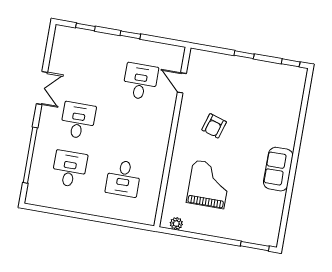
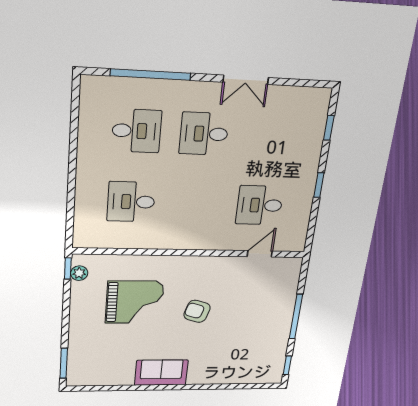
window: (244, 55) -> (296, 317), width x2.17
desk: (140, 81) -> (260, 205), turned 180
desk: (78, 120) -> (204, 134), turned 180
armchair: (214, 126) -> (197, 311), moved
window: (171, 231) -> (68, 269), added

